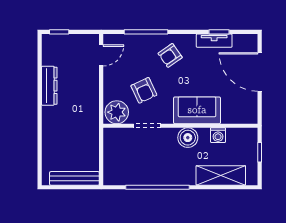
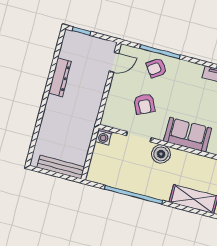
armchair: (170, 55) -> (156, 68), moved
plant: (117, 112) -> (115, 117), removed
washing machine: (218, 135) -> (104, 137), moved
boiler: (188, 138) -> (161, 154), moved

